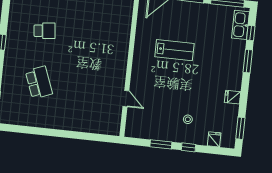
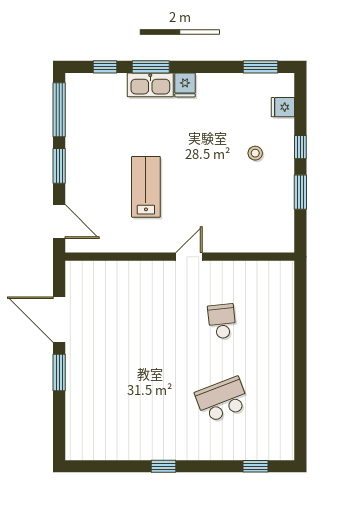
kitchen sink: (240, 25) -> (150, 85), moved
school desk: (45, 31) -> (222, 321), moved
fridge: (233, 97) -> (185, 85), moved
door: (126, 99) -> (189, 257), moved

